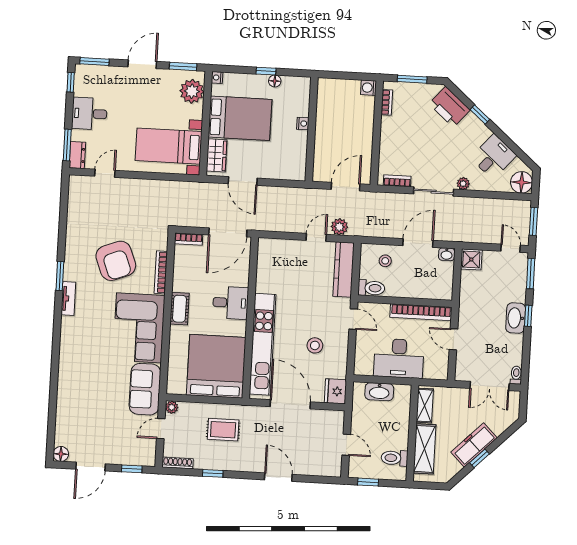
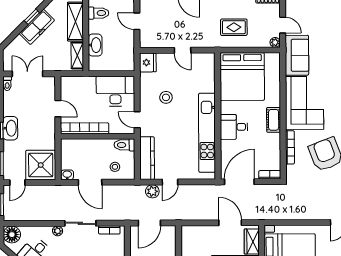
door: (418, 243) -> (90, 182), hinge flipped
door: (511, 248) -> (17, 183), hinge flipped
shower: (471, 259) -> (41, 165), width x1.86, depth x1.86
kitchen unit: (263, 344) -> (207, 133), moved
desk: (399, 358) -> (115, 91), moved
washbasin: (379, 392) -> (95, 45), moved, turned 90
door: (290, 404) -> (183, 50), width x0.53
door: (161, 429) -> (283, 25), hinge flipped

